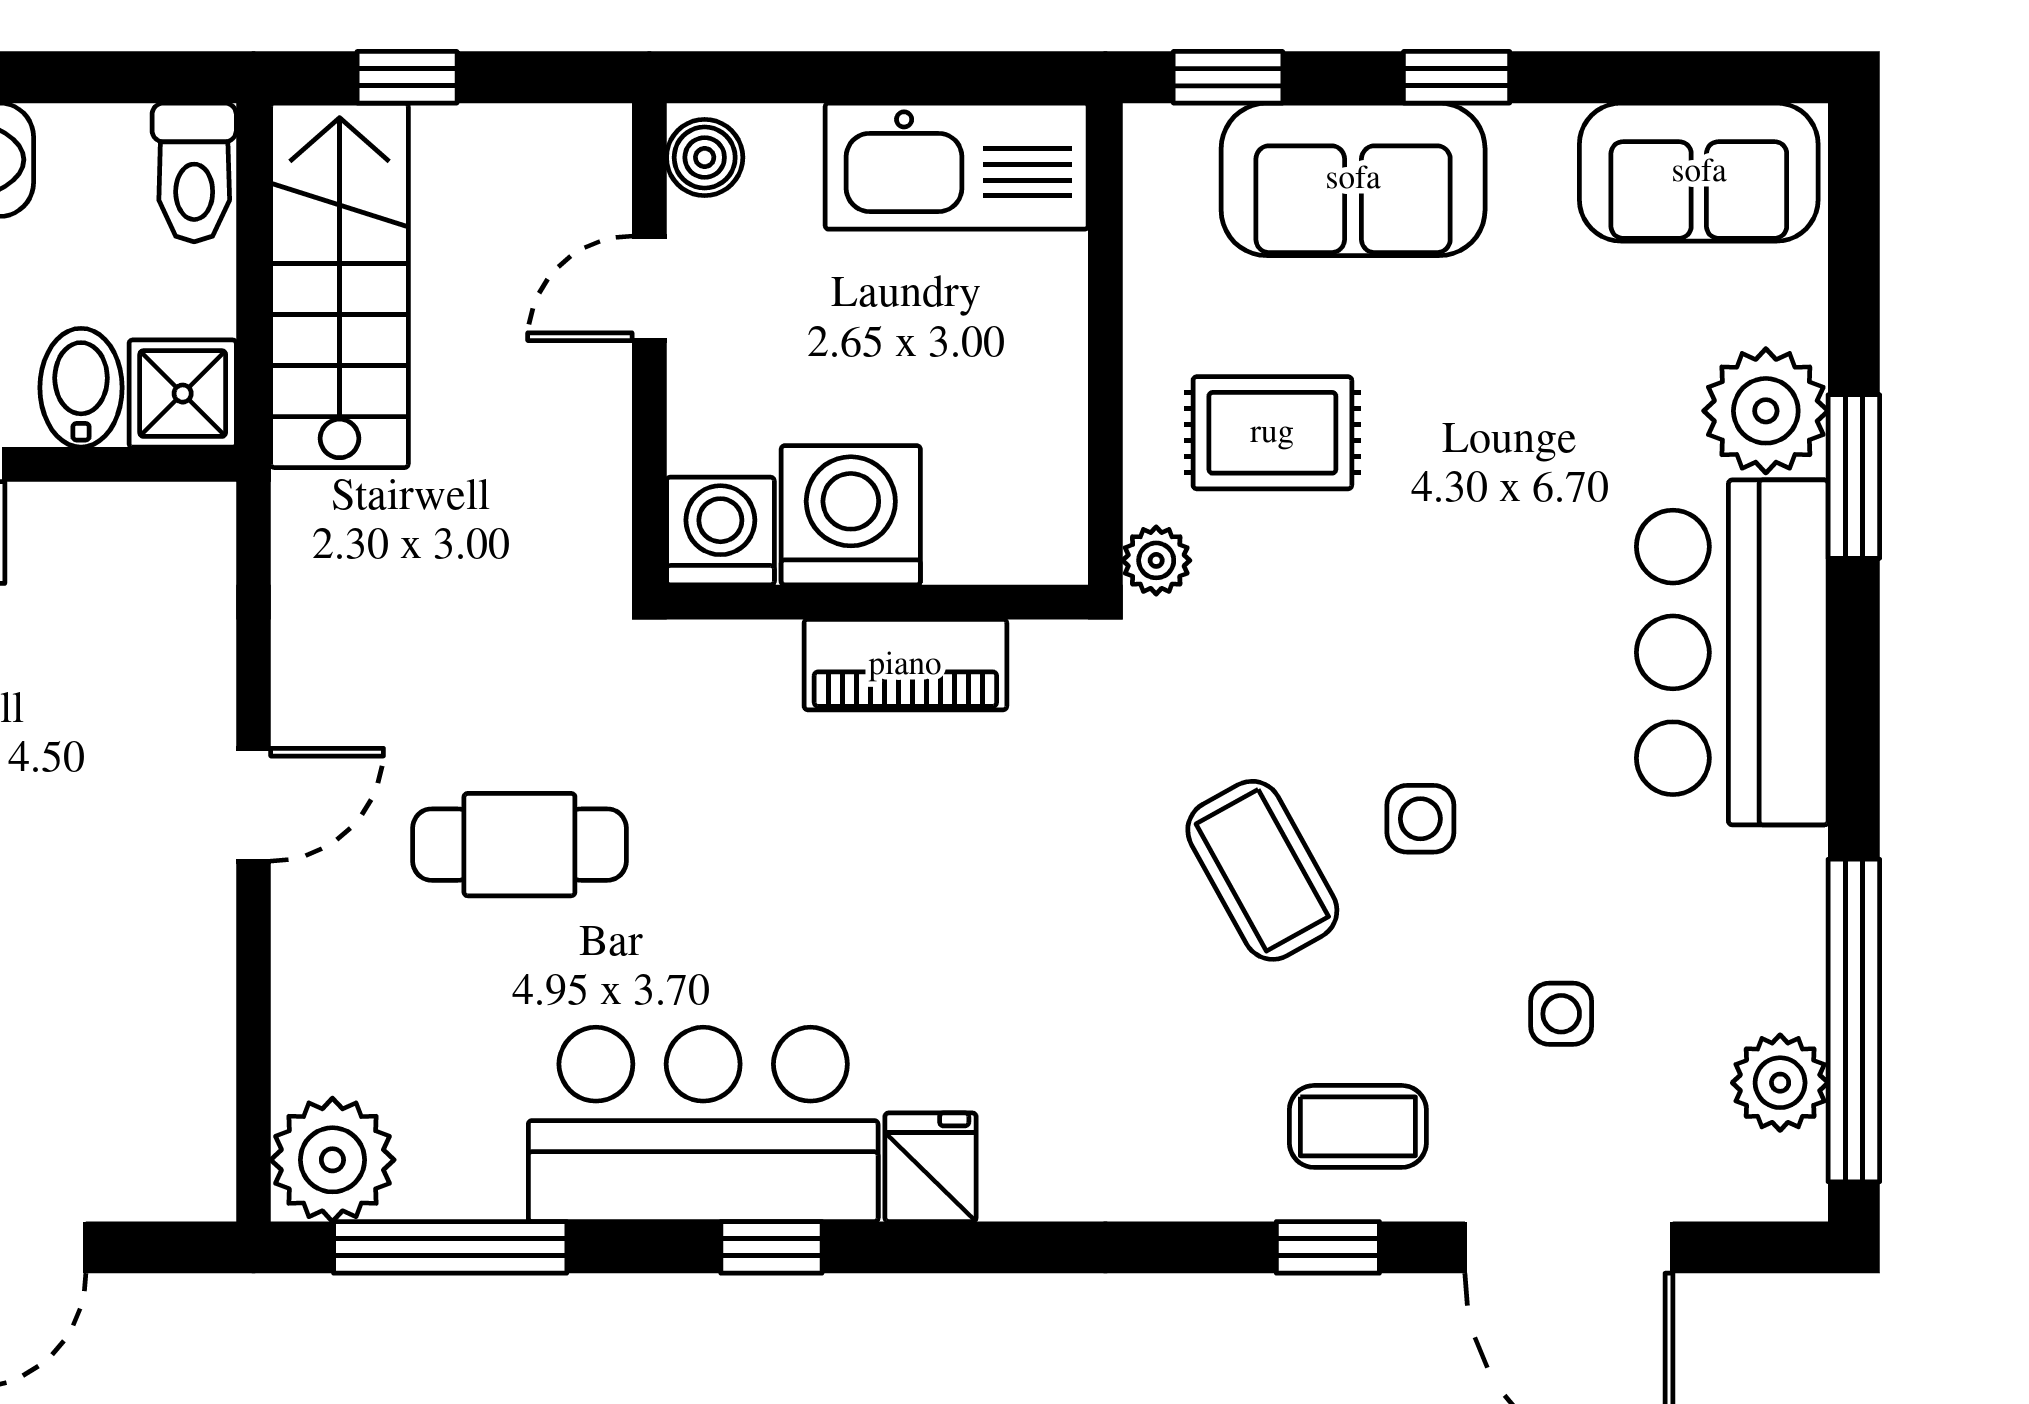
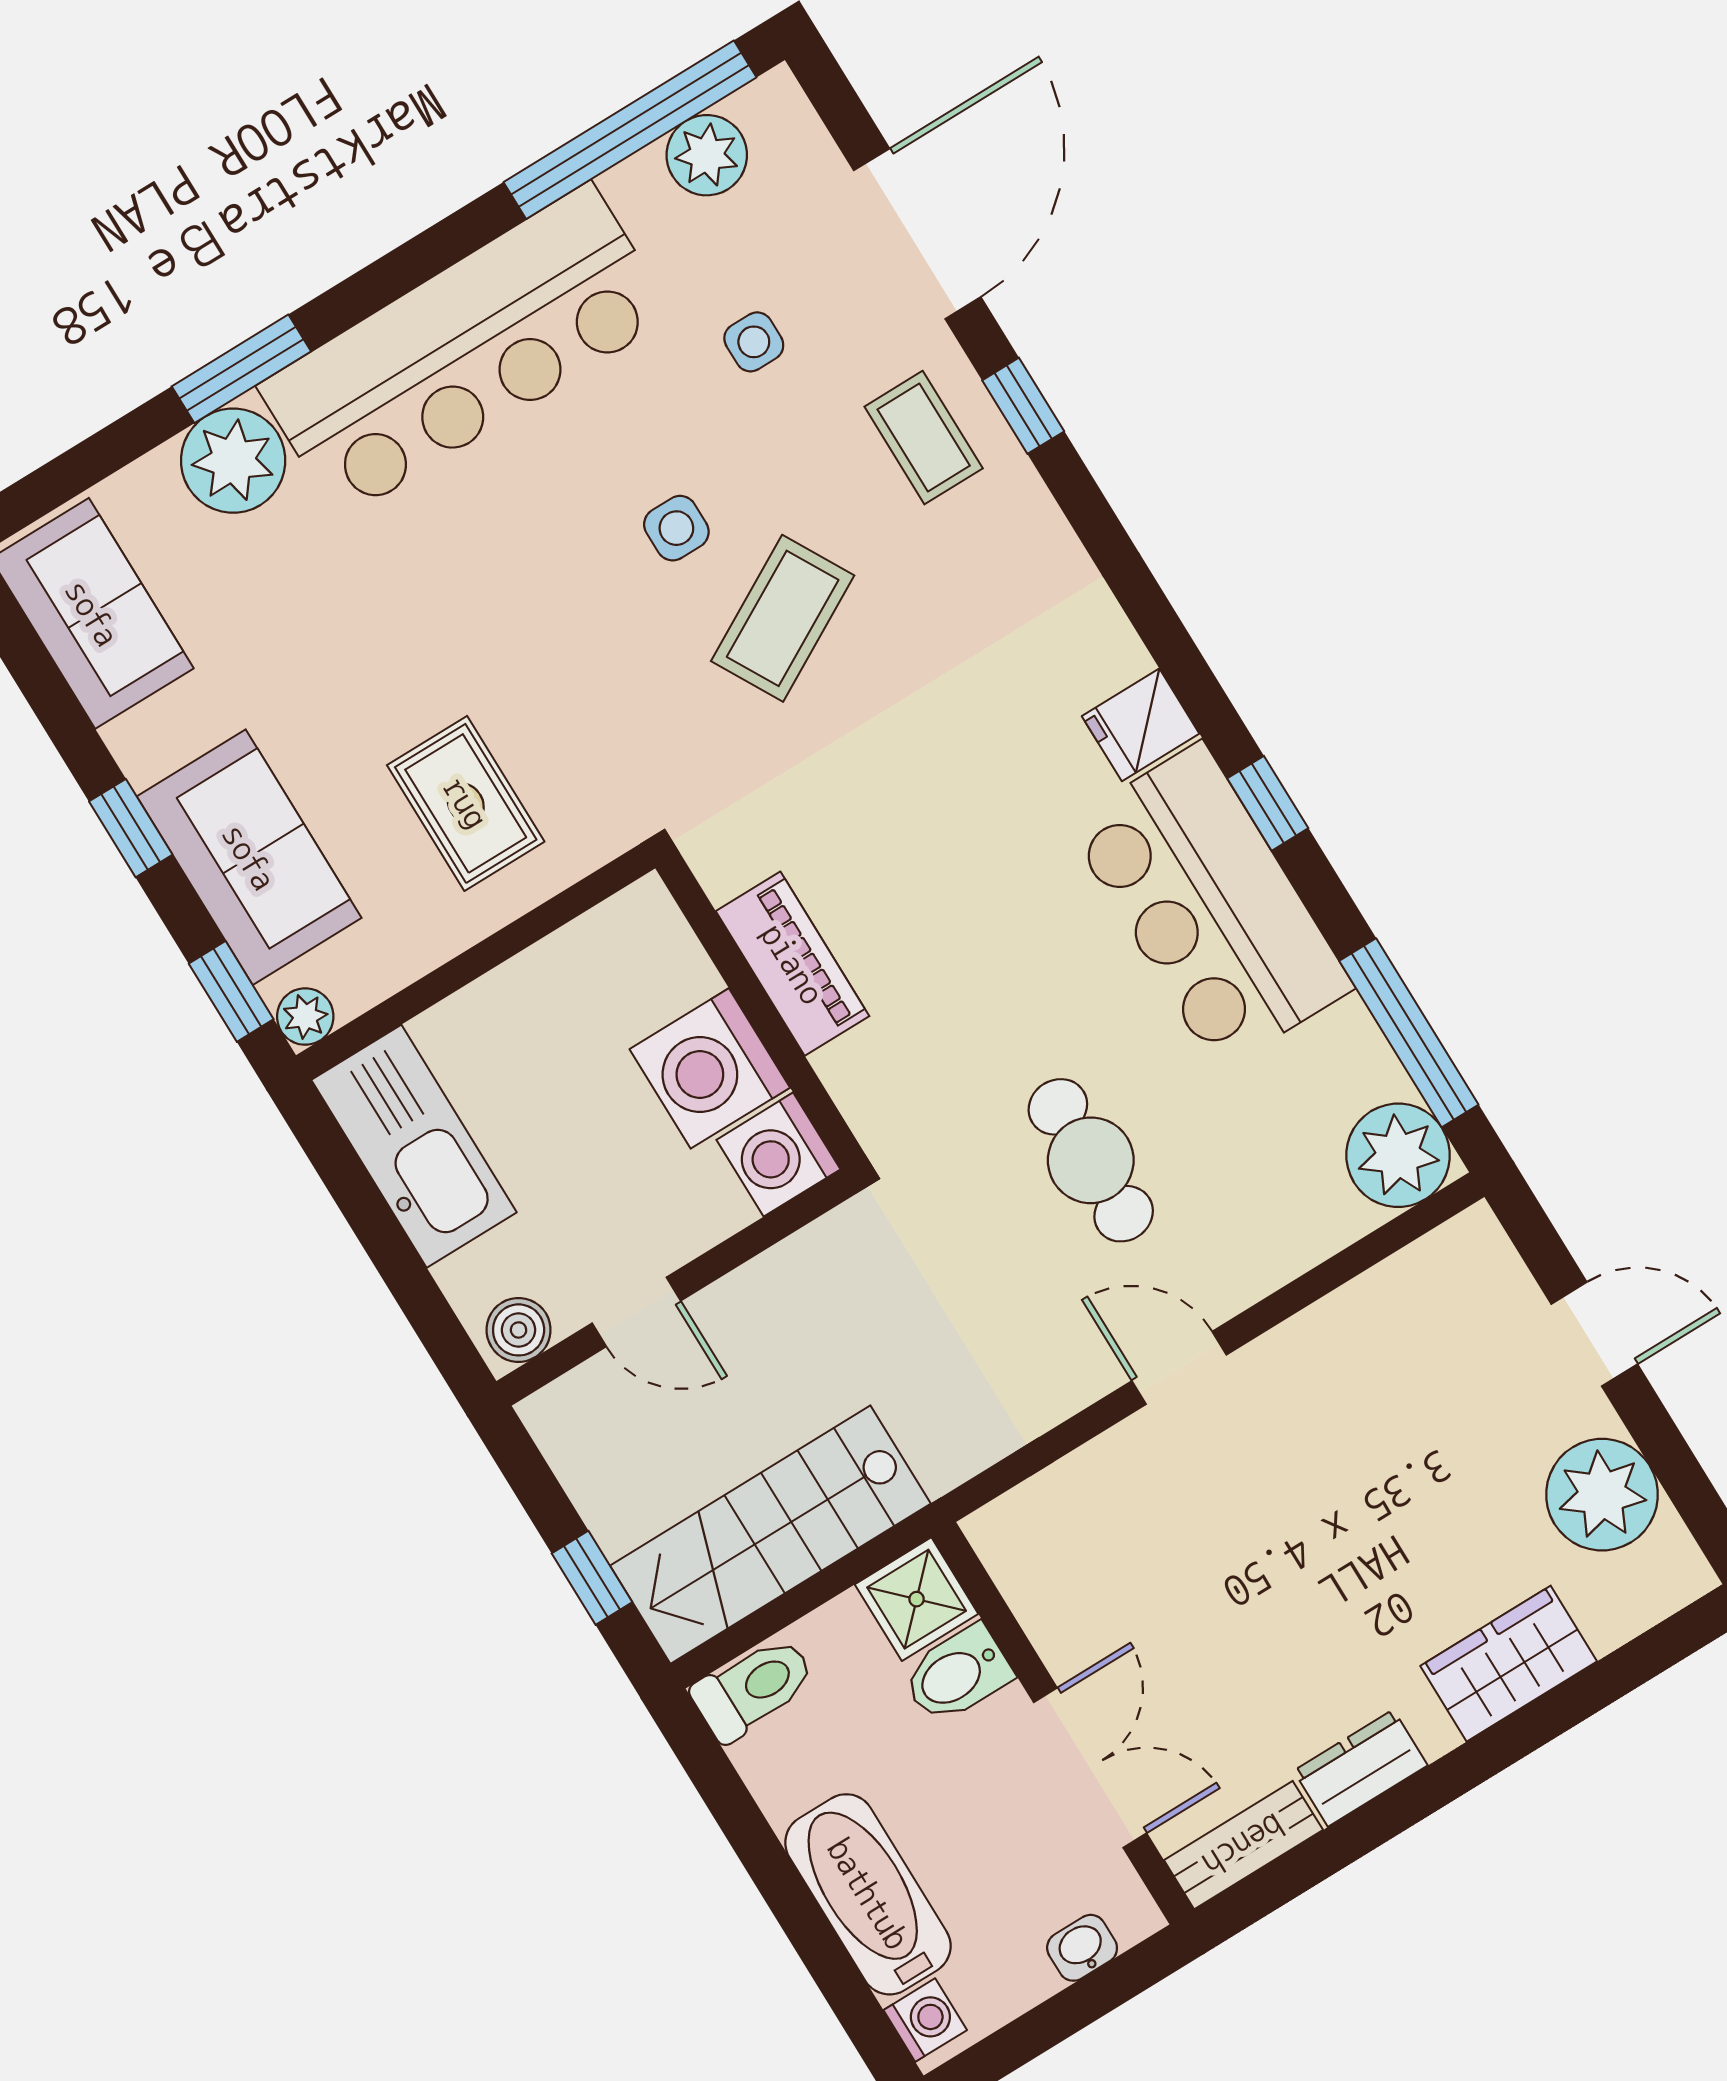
plant: (1156, 560) -> (305, 1017), moved
bar counter: (1732, 652) -> (465, 351), width x1.36

